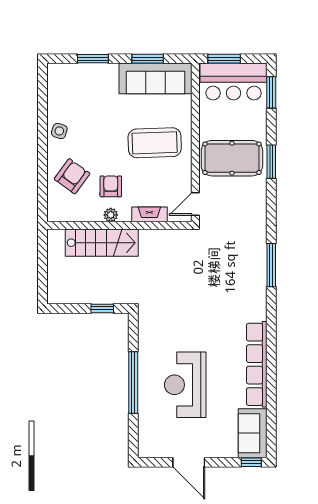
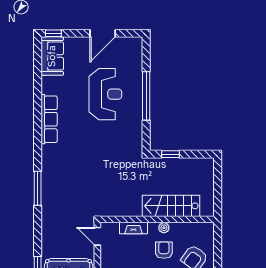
armchair: (111, 186) -> (164, 250), turned 180
door: (195, 204) -> (97, 236), swing flipped
row of seats: (257, 364) -> (49, 119), width x0.73
door: (189, 462) -> (103, 33), swing flipped

